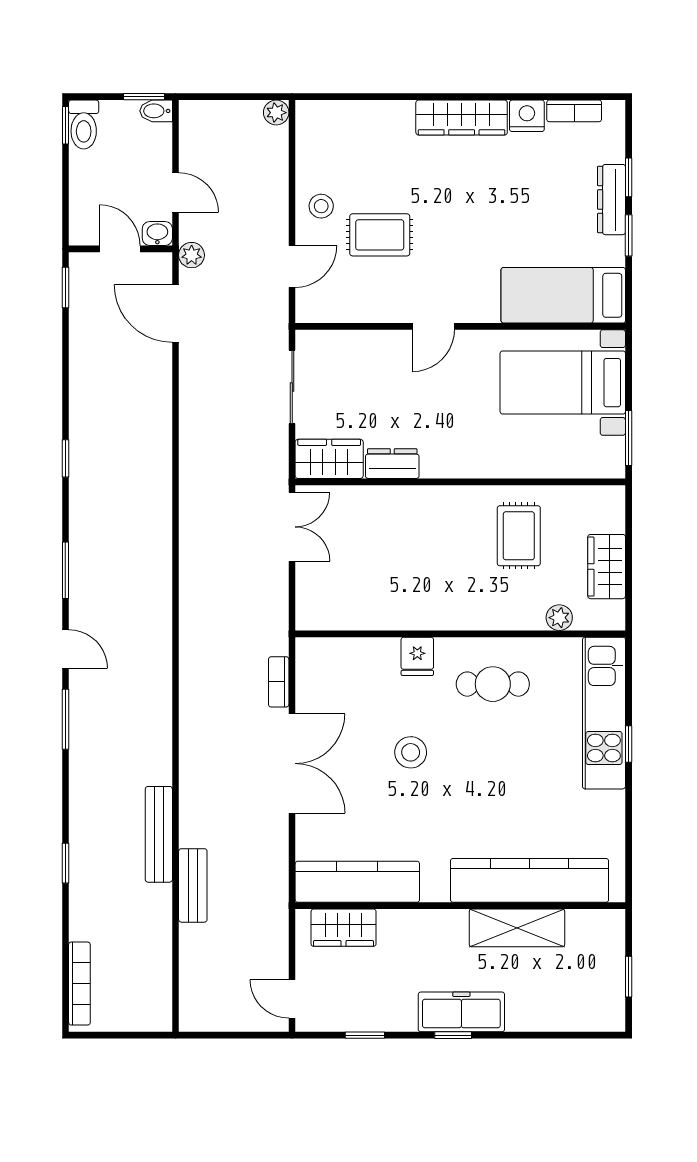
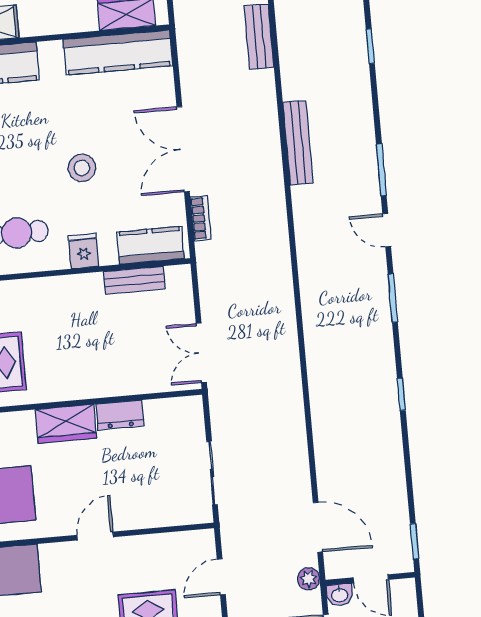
wardrobe: (329, 459) -> (66, 424), moved
bench: (362, 617) -> (134, 280), added
kitchen counter: (339, 656) -> (151, 245), added
bench: (159, 834) -> (298, 143), moved

